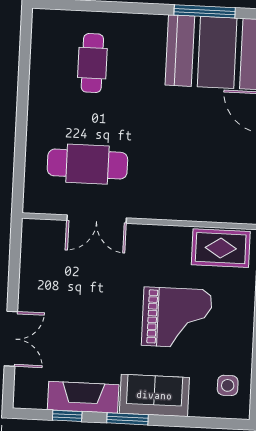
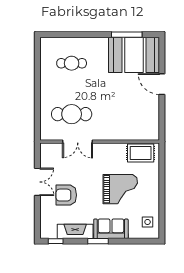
cafe table: (92, 63) -> (72, 63), turned 90
armchair: (69, 324) -> (66, 195), added
double door: (11, 339) -> (37, 182), moved
window: (67, 416) -> (56, 241), moved

